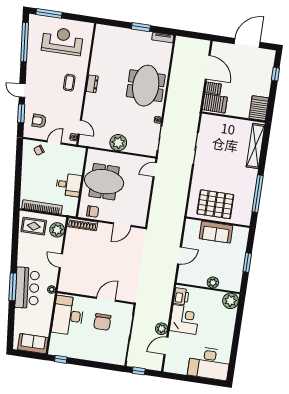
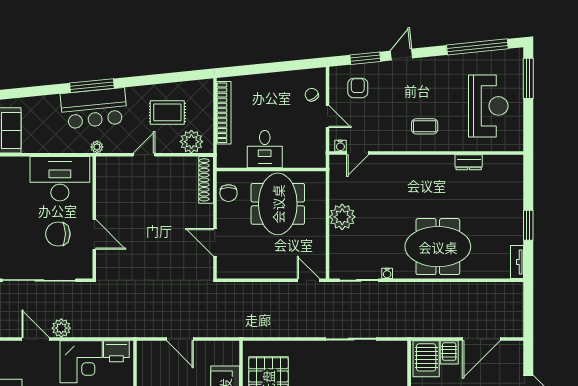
dresser: (92, 84) -> (469, 162), moved
rug: (34, 226) -> (167, 112), moved, turned 90

